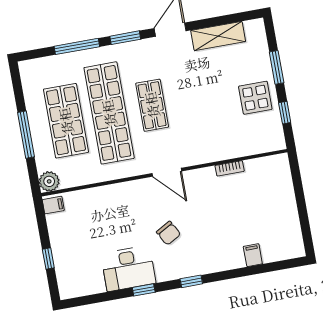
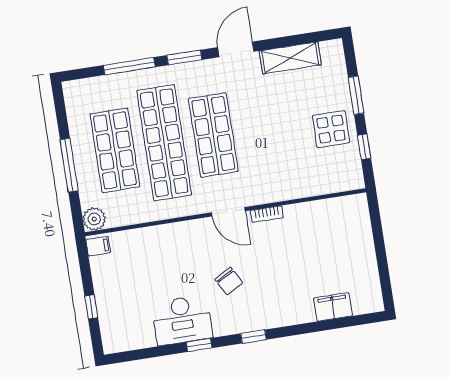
shop shelf: (152, 105) -> (213, 135), width x1.43, depth x1.36
bookcase: (230, 168) -> (267, 214), moved
filing cabinet: (253, 255) -> (333, 307), width x2.00

